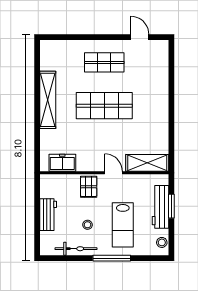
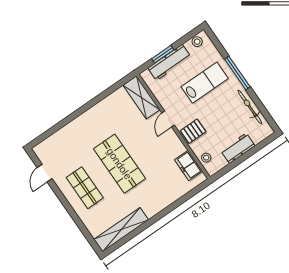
shelving: (48, 100) -> (121, 230), moved
stool: (88, 225) -> (206, 158), moved

